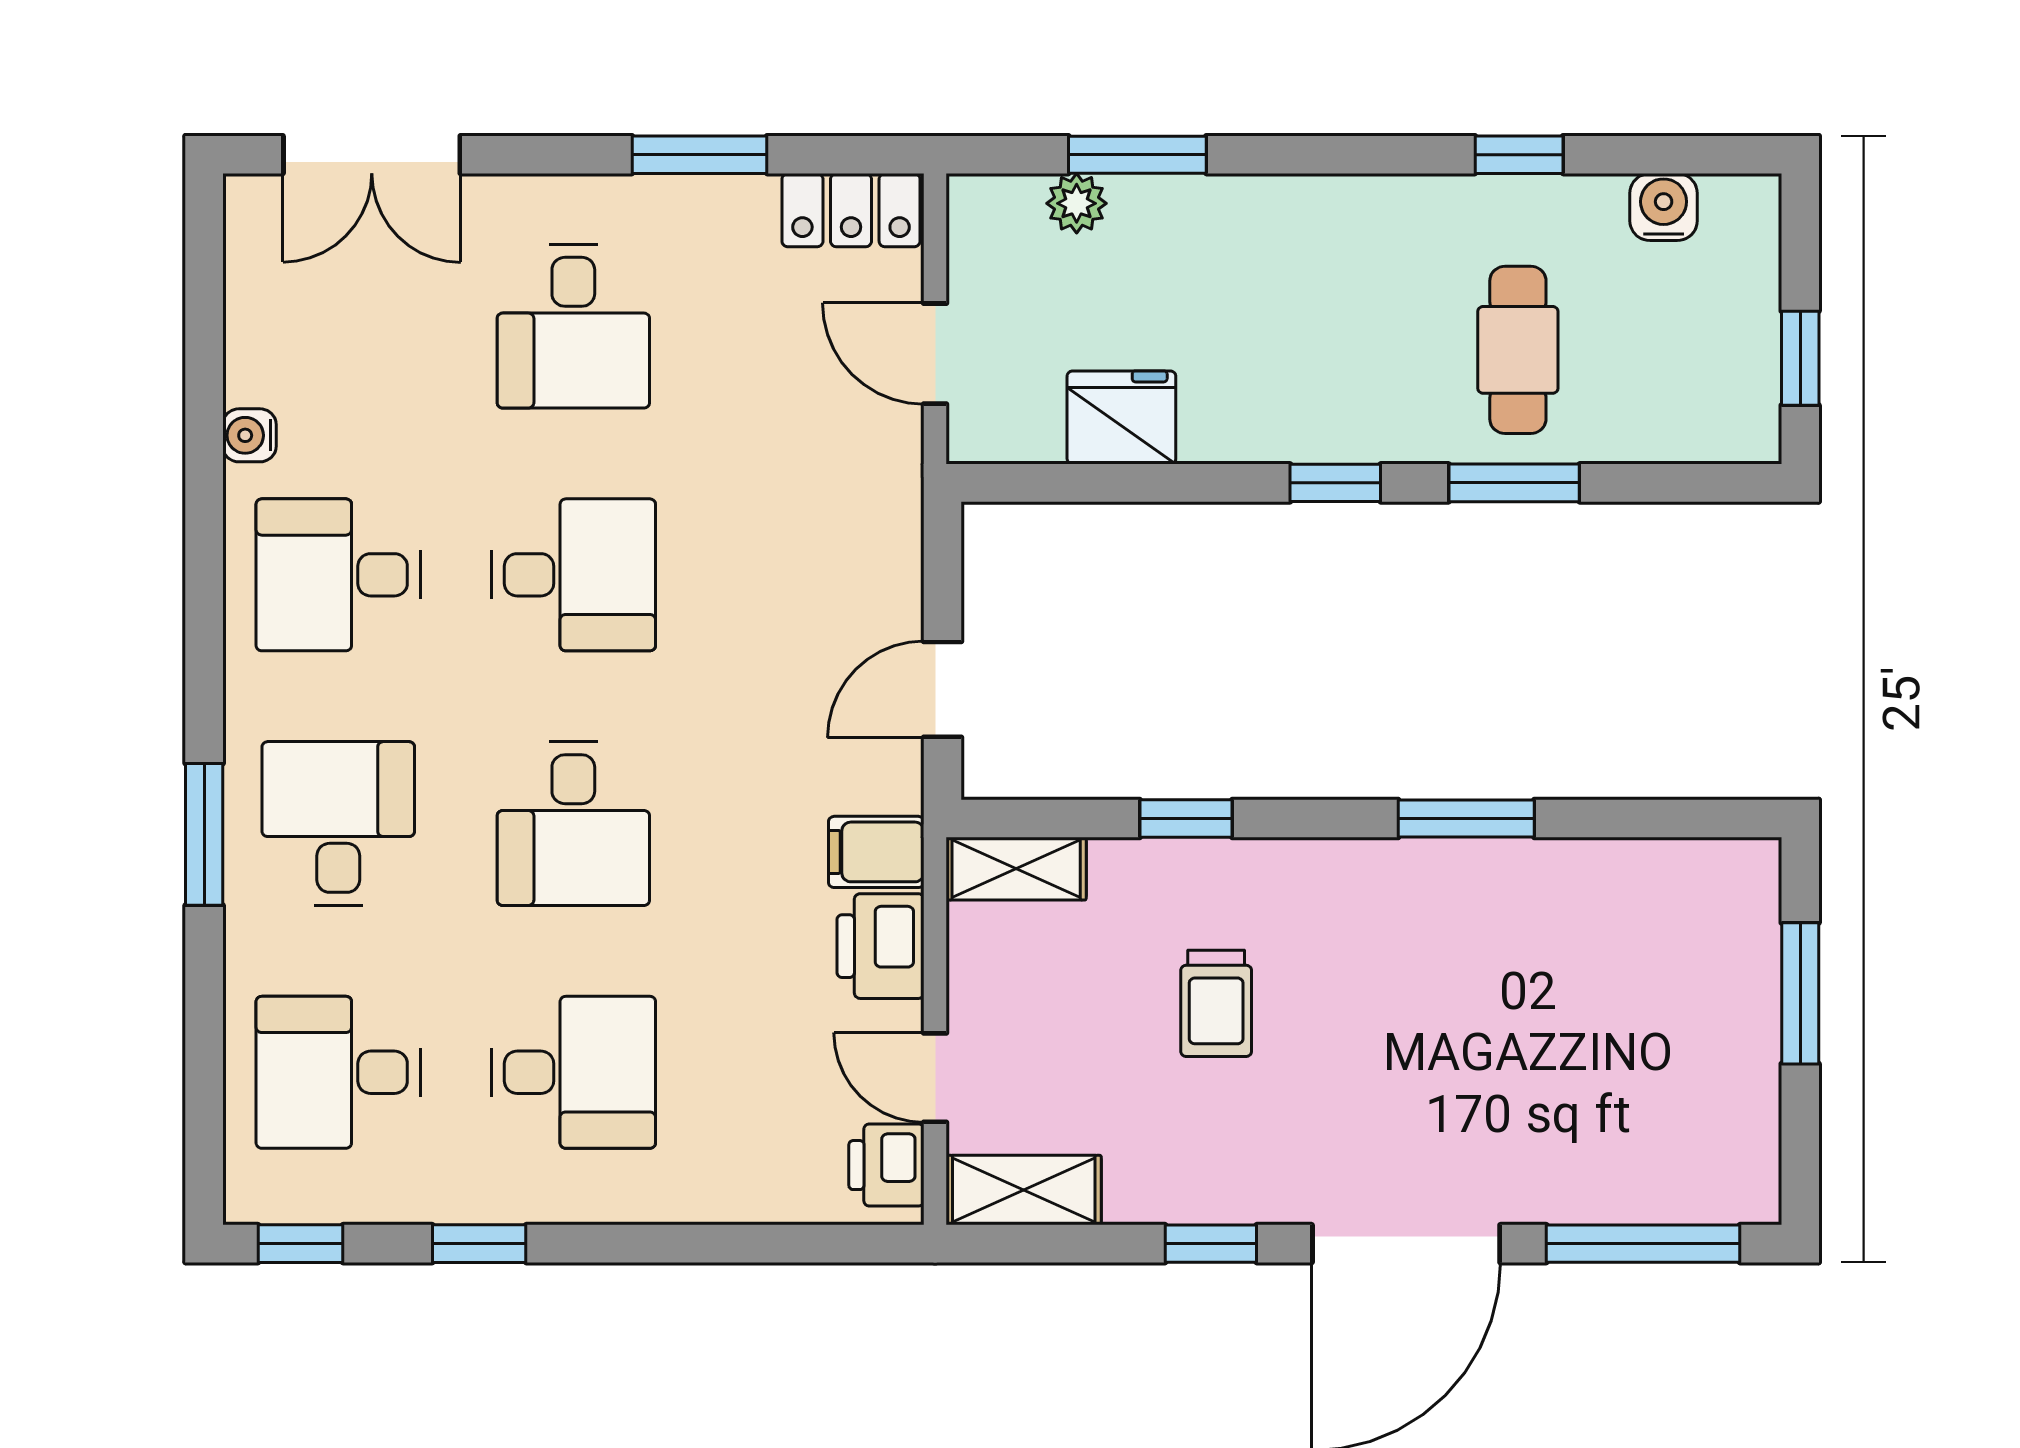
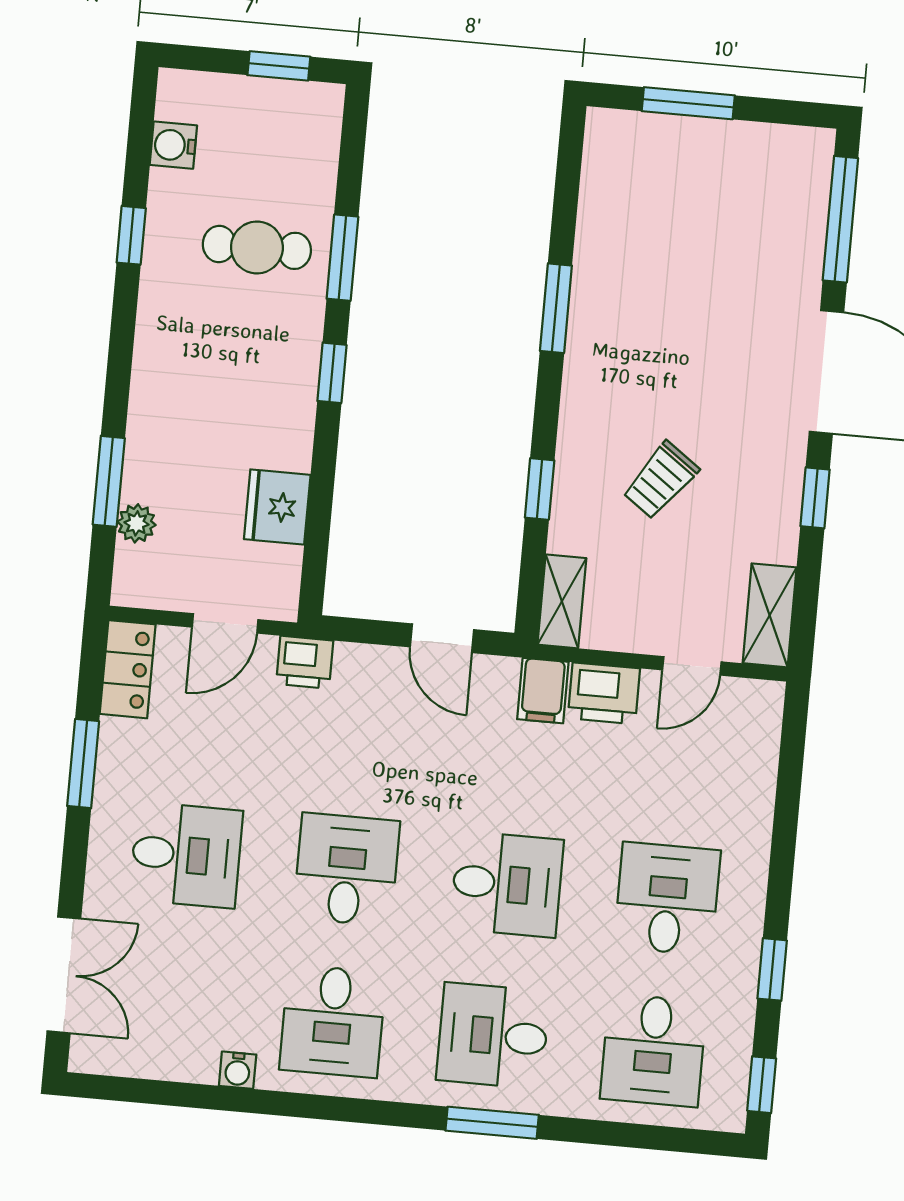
trolley: (1216, 1003) -> (661, 480), turned 126
printer: (886, 1165) -> (305, 662), moved

